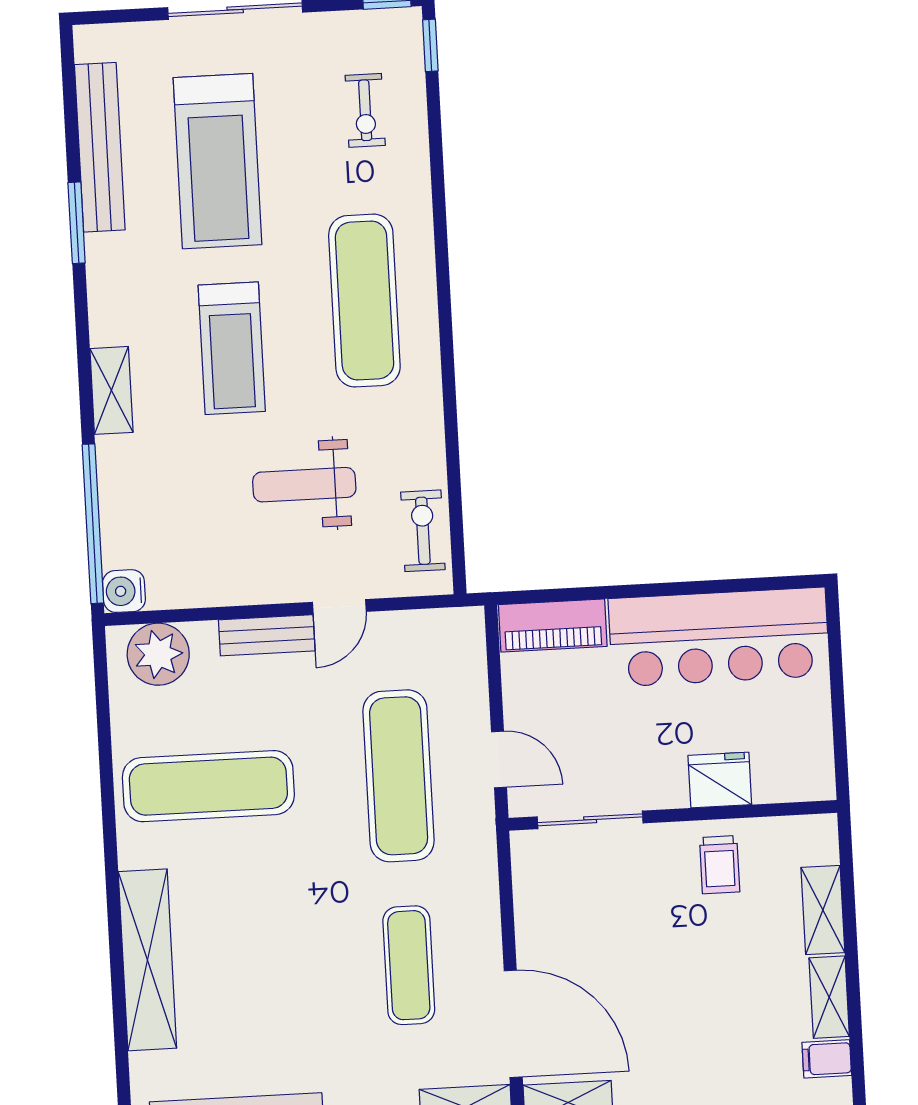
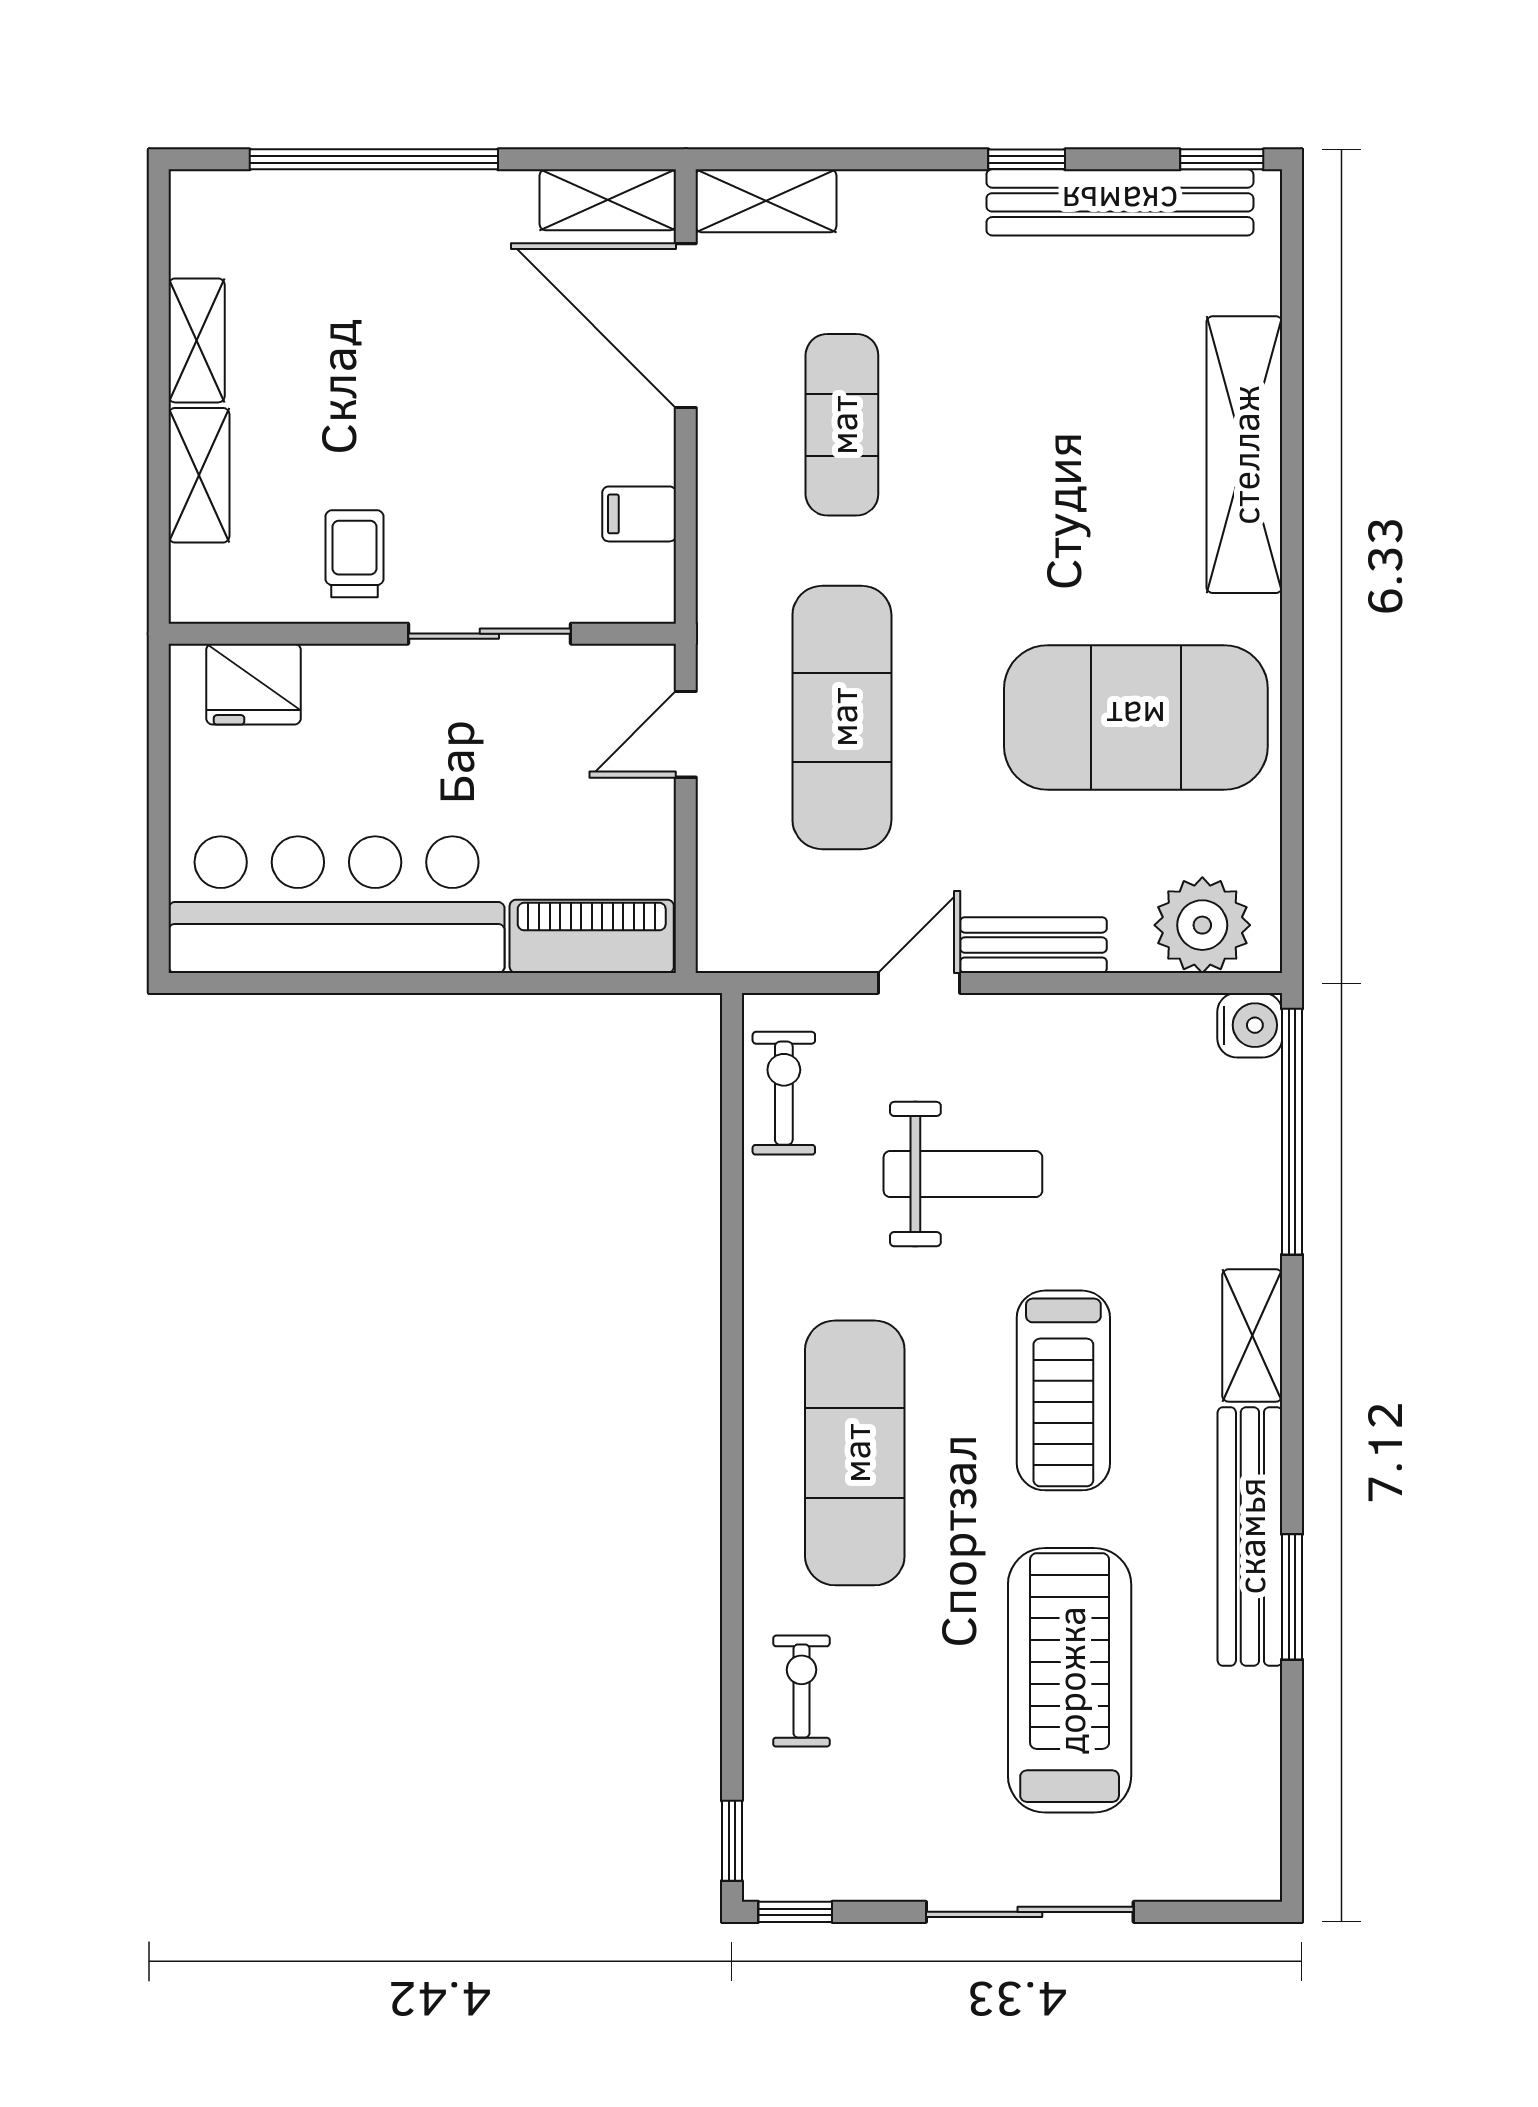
exercise bike: (365, 110) -> (801, 1691), moved
bench: (100, 147) -> (1250, 1536), moved
treadmill: (232, 348) -> (1063, 1390), turned 180
exercise bike: (423, 531) -> (784, 1093), turned 180
door: (499, 760) -> (686, 734), hinge flipped
fridge: (720, 780) -> (253, 684), moved
exercise mat: (208, 786) -> (1136, 717), width x1.47
sliding door: (590, 820) -> (489, 634), moved
filing cabinet: (827, 1059) -> (639, 514), moved, turned 180

